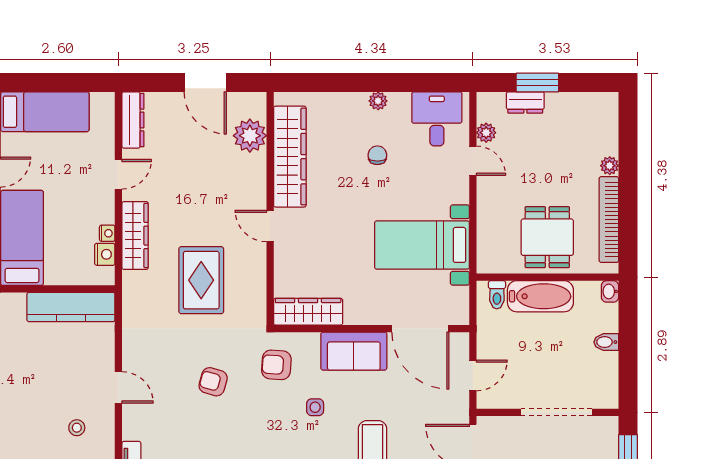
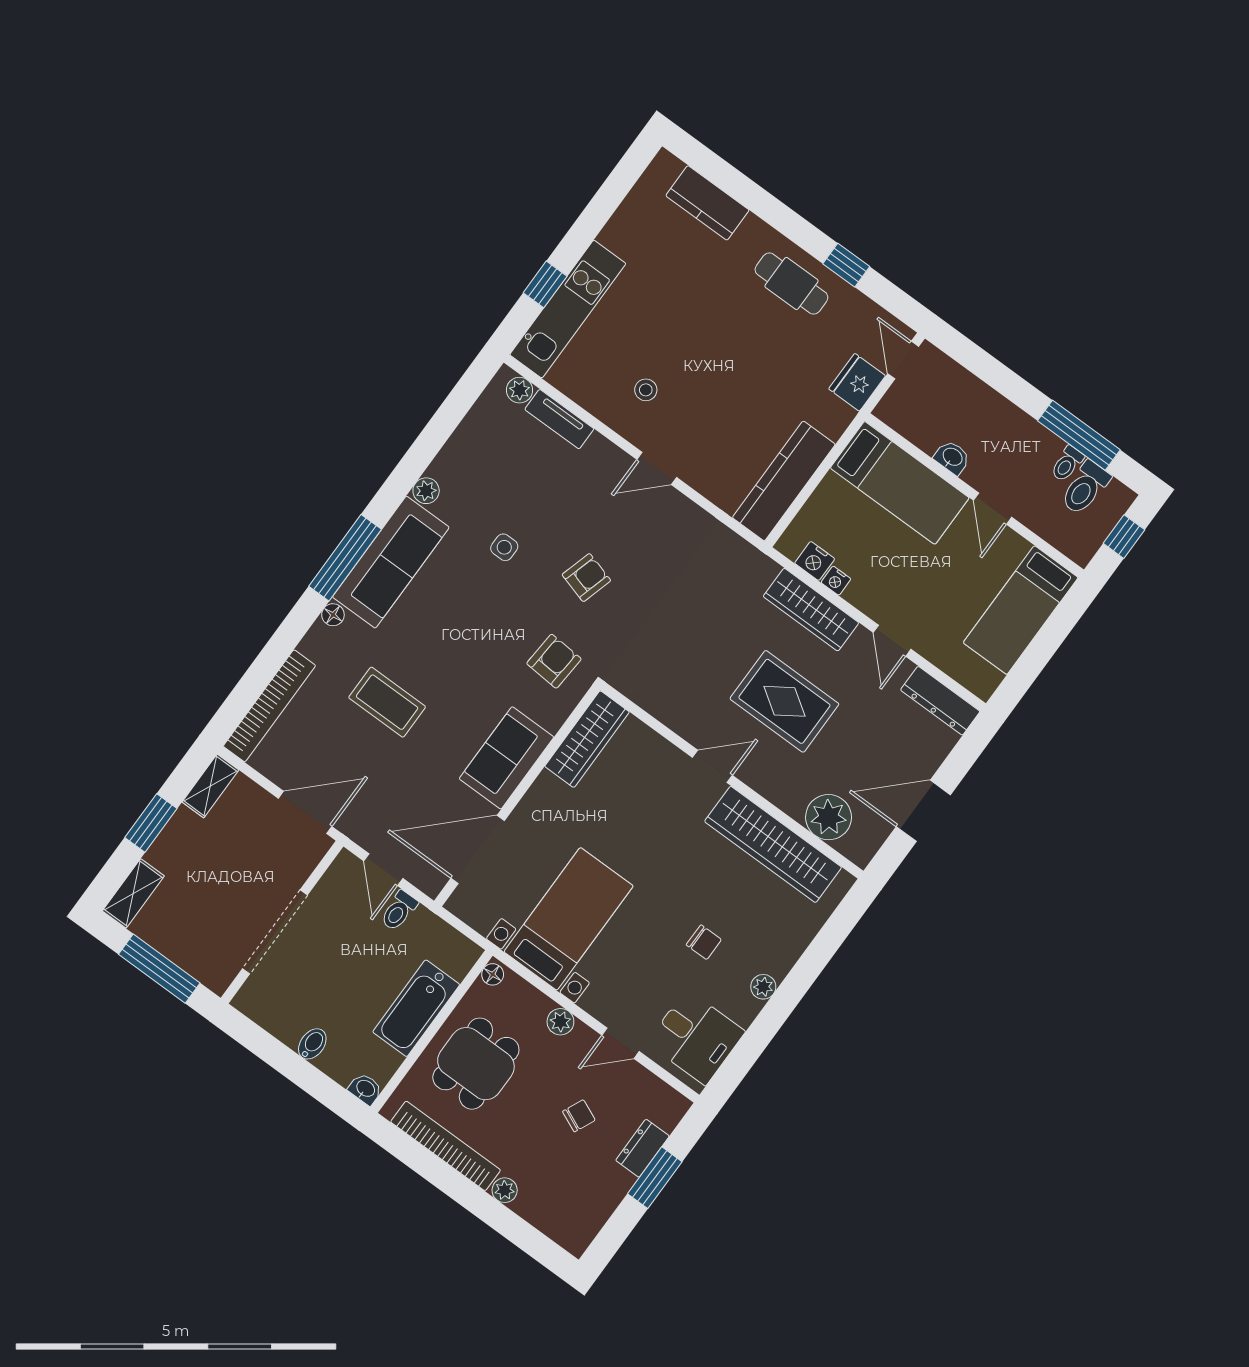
plant: (486, 133) -> (560, 1022), moved
chair: (534, 154) -> (579, 1116), added
dining table: (547, 237) -> (476, 1064), turned 90
floor lamp: (488, 266) -> (493, 974), added
rug: (201, 280) -> (784, 701), moved
toilet: (497, 295) -> (399, 911), moved, turned -90
side table: (315, 407) -> (504, 547), moved

